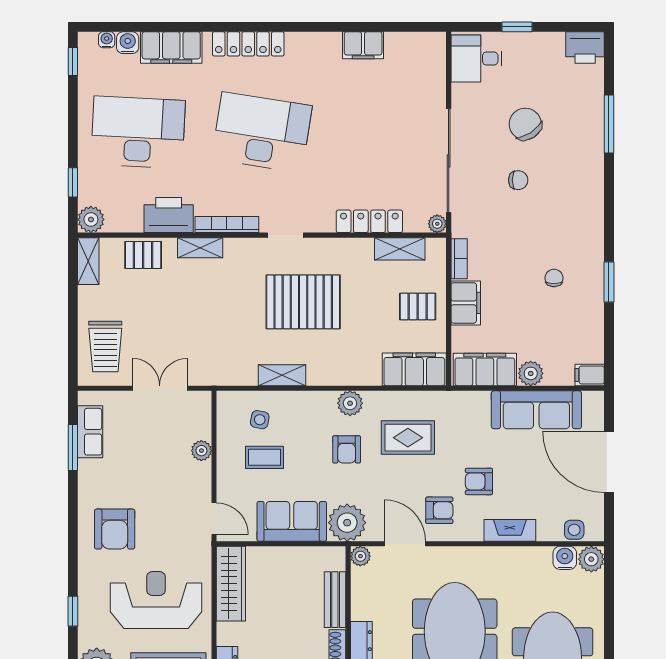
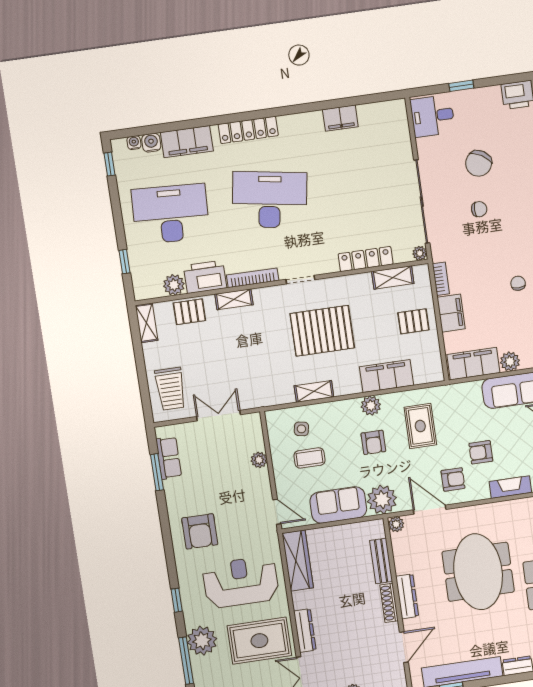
chair: (525, 124) -> (479, 163), turned -116
plant: (91, 219) -> (174, 285), moved
filing cabinet: (414, 369) -> (387, 376), moved
rug: (408, 438) -> (420, 426), turned 90

